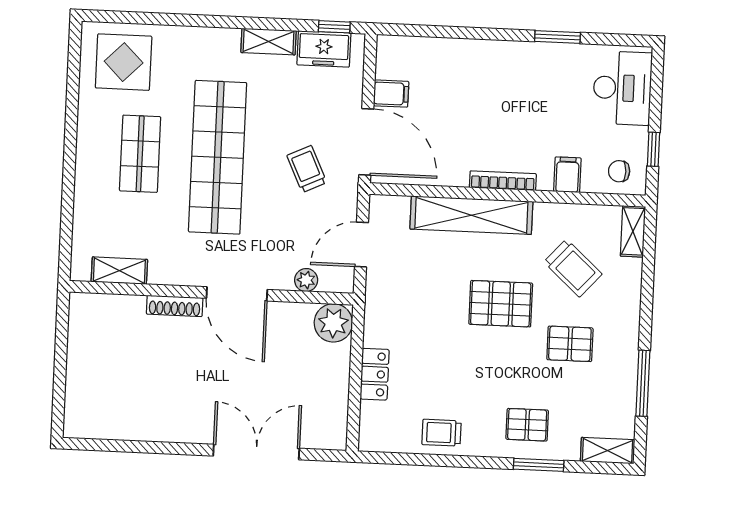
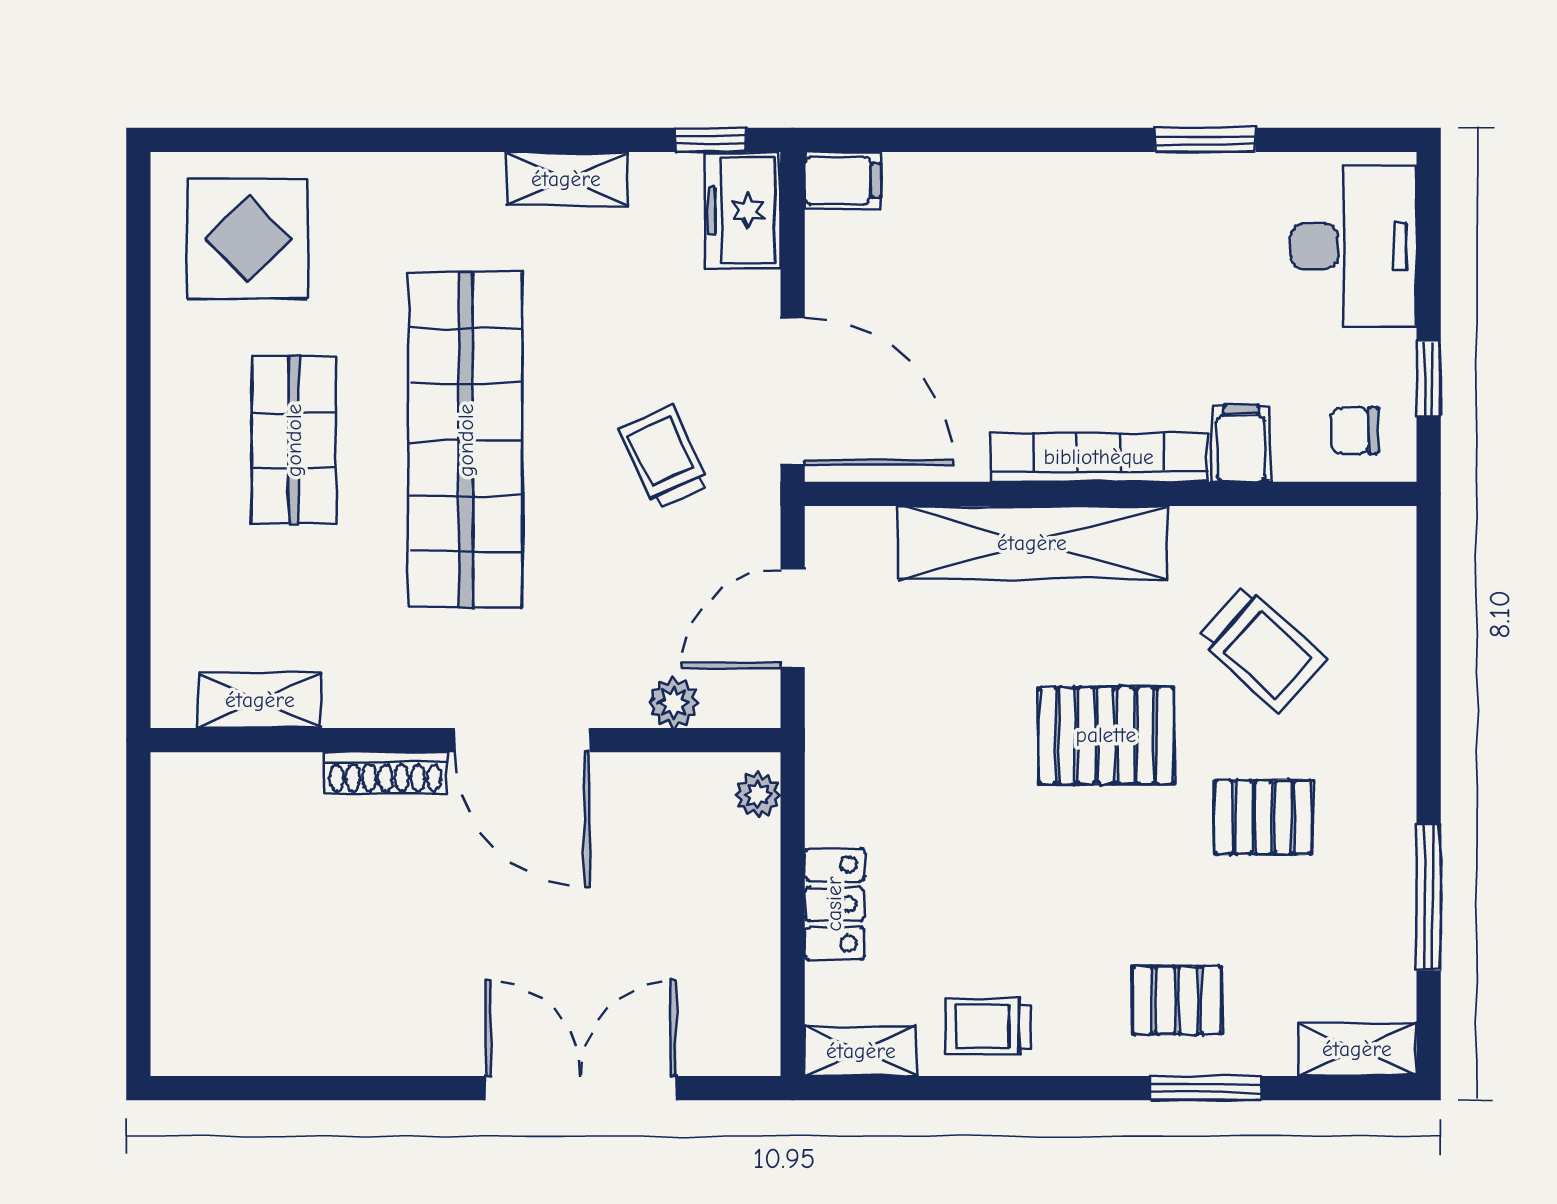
freezer: (324, 49) -> (743, 210), moved, turned 90
filing cabinet: (391, 94) -> (843, 181), moved
bookcase: (503, 181) -> (1099, 457), width x1.48, depth x1.31
shelving: (633, 231) -> (861, 1051), moved, turned 90
plant: (333, 323) -> (758, 795), width x0.53, depth x0.53

